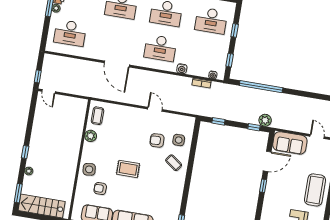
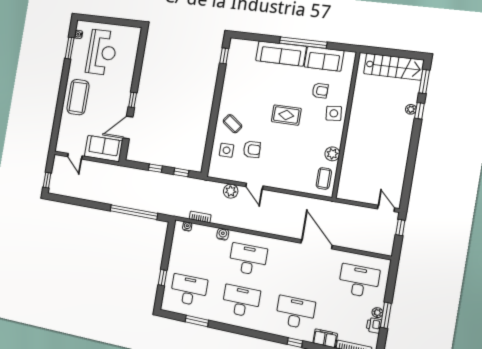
window: (230, 60) -> (168, 243), removed
door: (117, 64) -> (317, 244), moved
plant: (265, 120) -> (231, 191), moved
window: (254, 127) -> (155, 168), moved
window: (25, 152) -> (419, 111), moved

